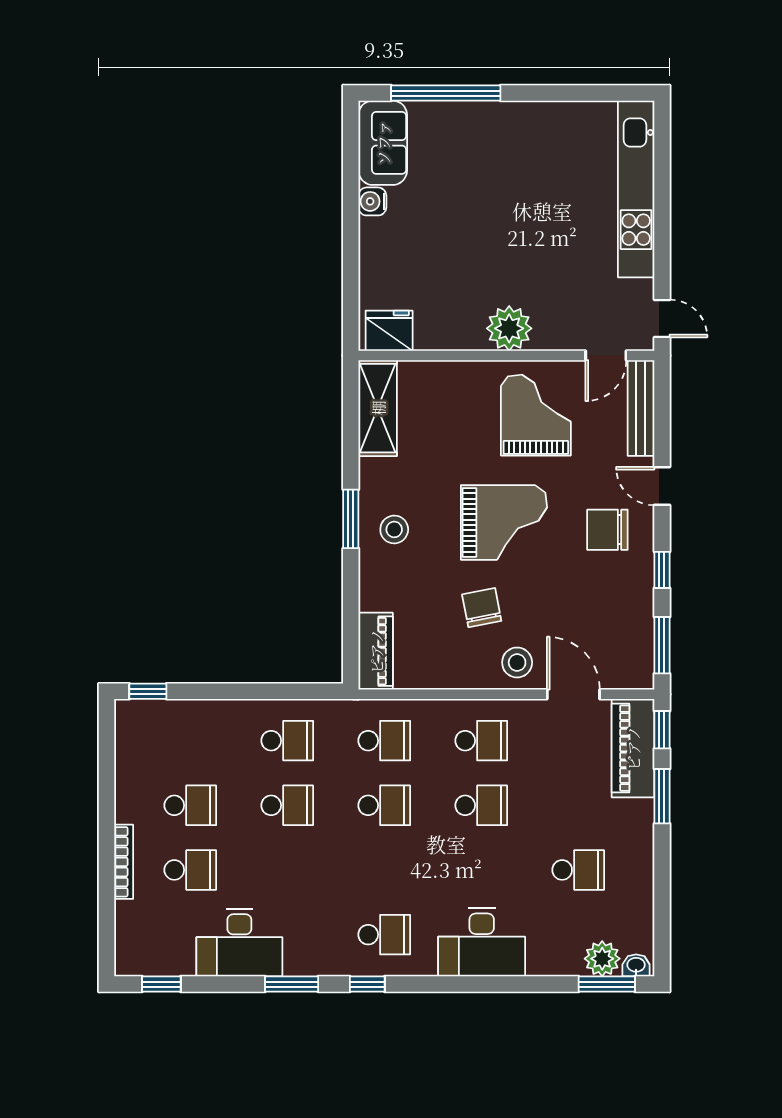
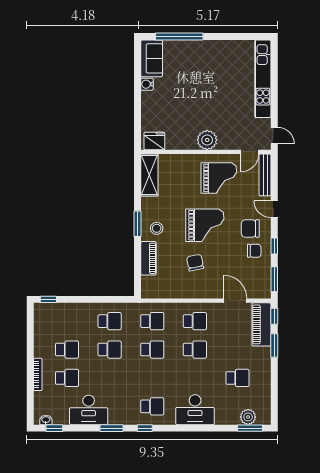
grand piano: (536, 415) -> (219, 178), turned 90
chair: (616, 581) -> (254, 251), added
piano: (376, 651) -> (148, 258), moved
stool: (517, 662) -> (211, 287), removed
washbasin: (636, 965) -> (46, 420), moved

